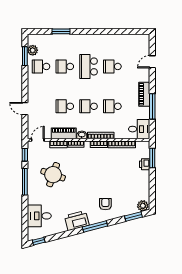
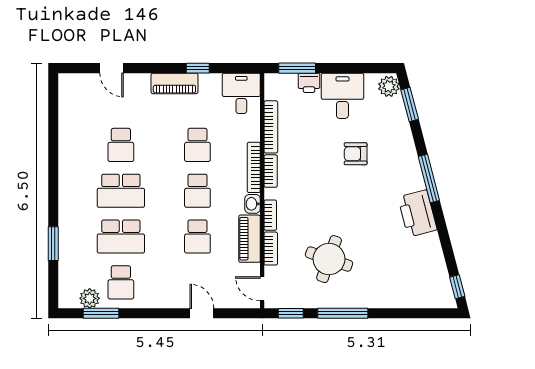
school desk: (65, 66) -> (121, 237), width x1.85
window: (152, 106) -> (198, 68), width x0.46
door: (25, 109) -> (202, 313), swing flipped
armchair: (105, 204) -> (356, 154), moved
desk: (39, 216) -> (342, 96), moved, turned 180

